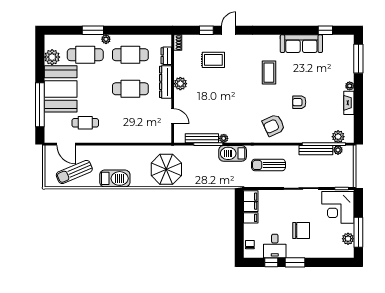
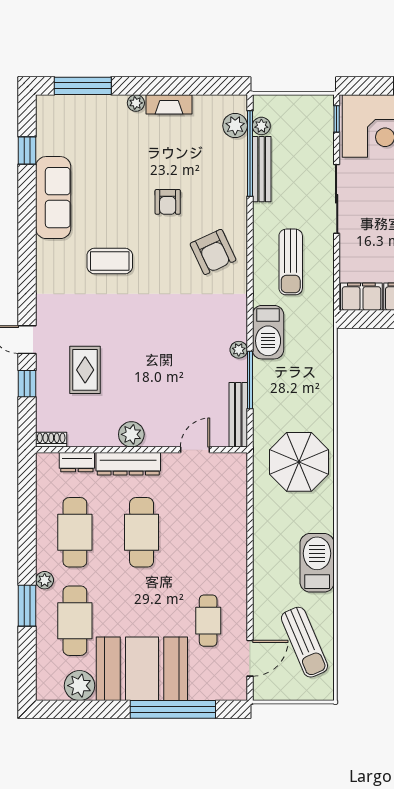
bench: (202, 138) -> (238, 415), moved

